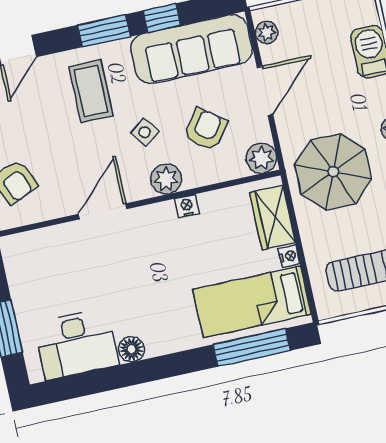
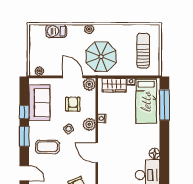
sofa: (191, 49) -> (39, 103), width x0.73
door: (265, 91) -> (73, 77), moved
armchair: (206, 129) -> (73, 104), turned 53

